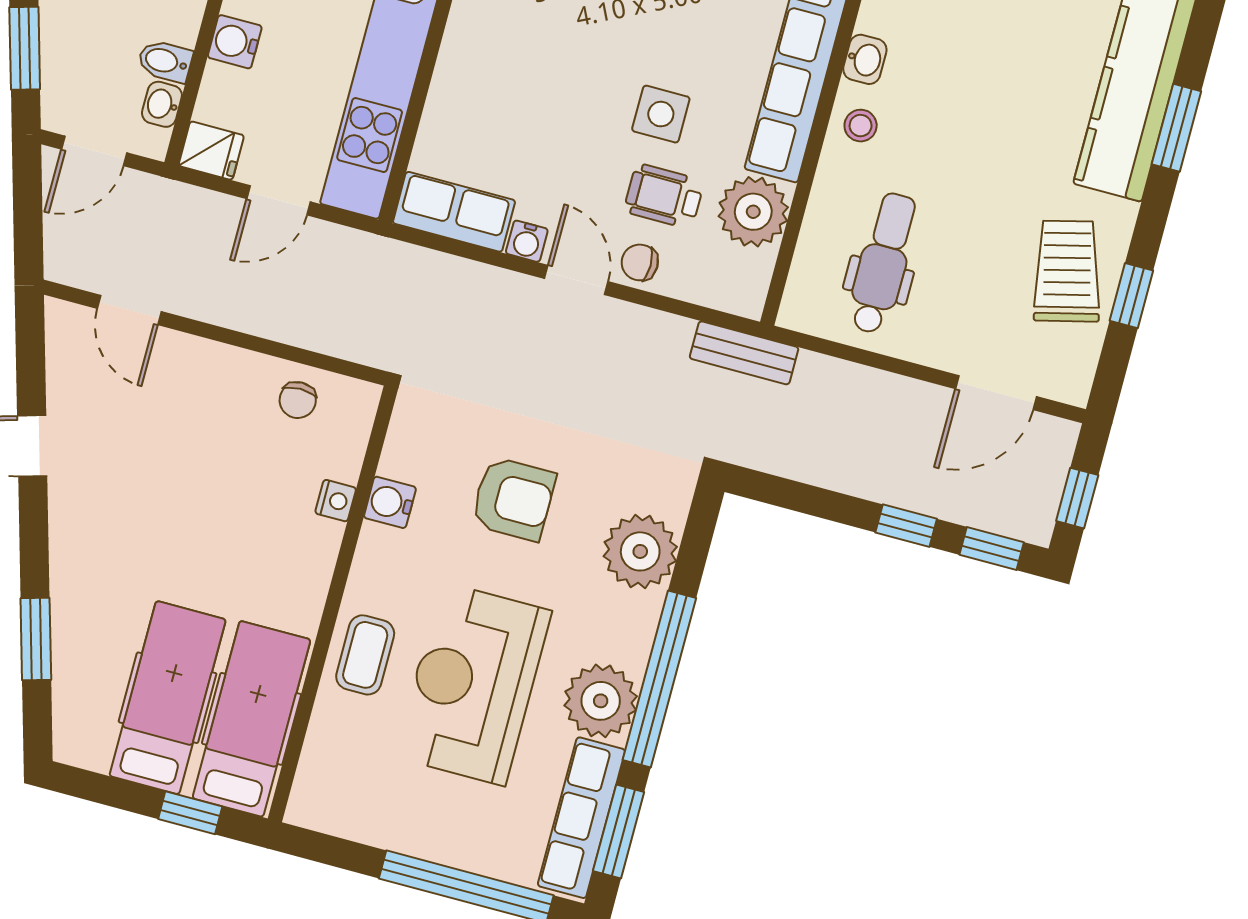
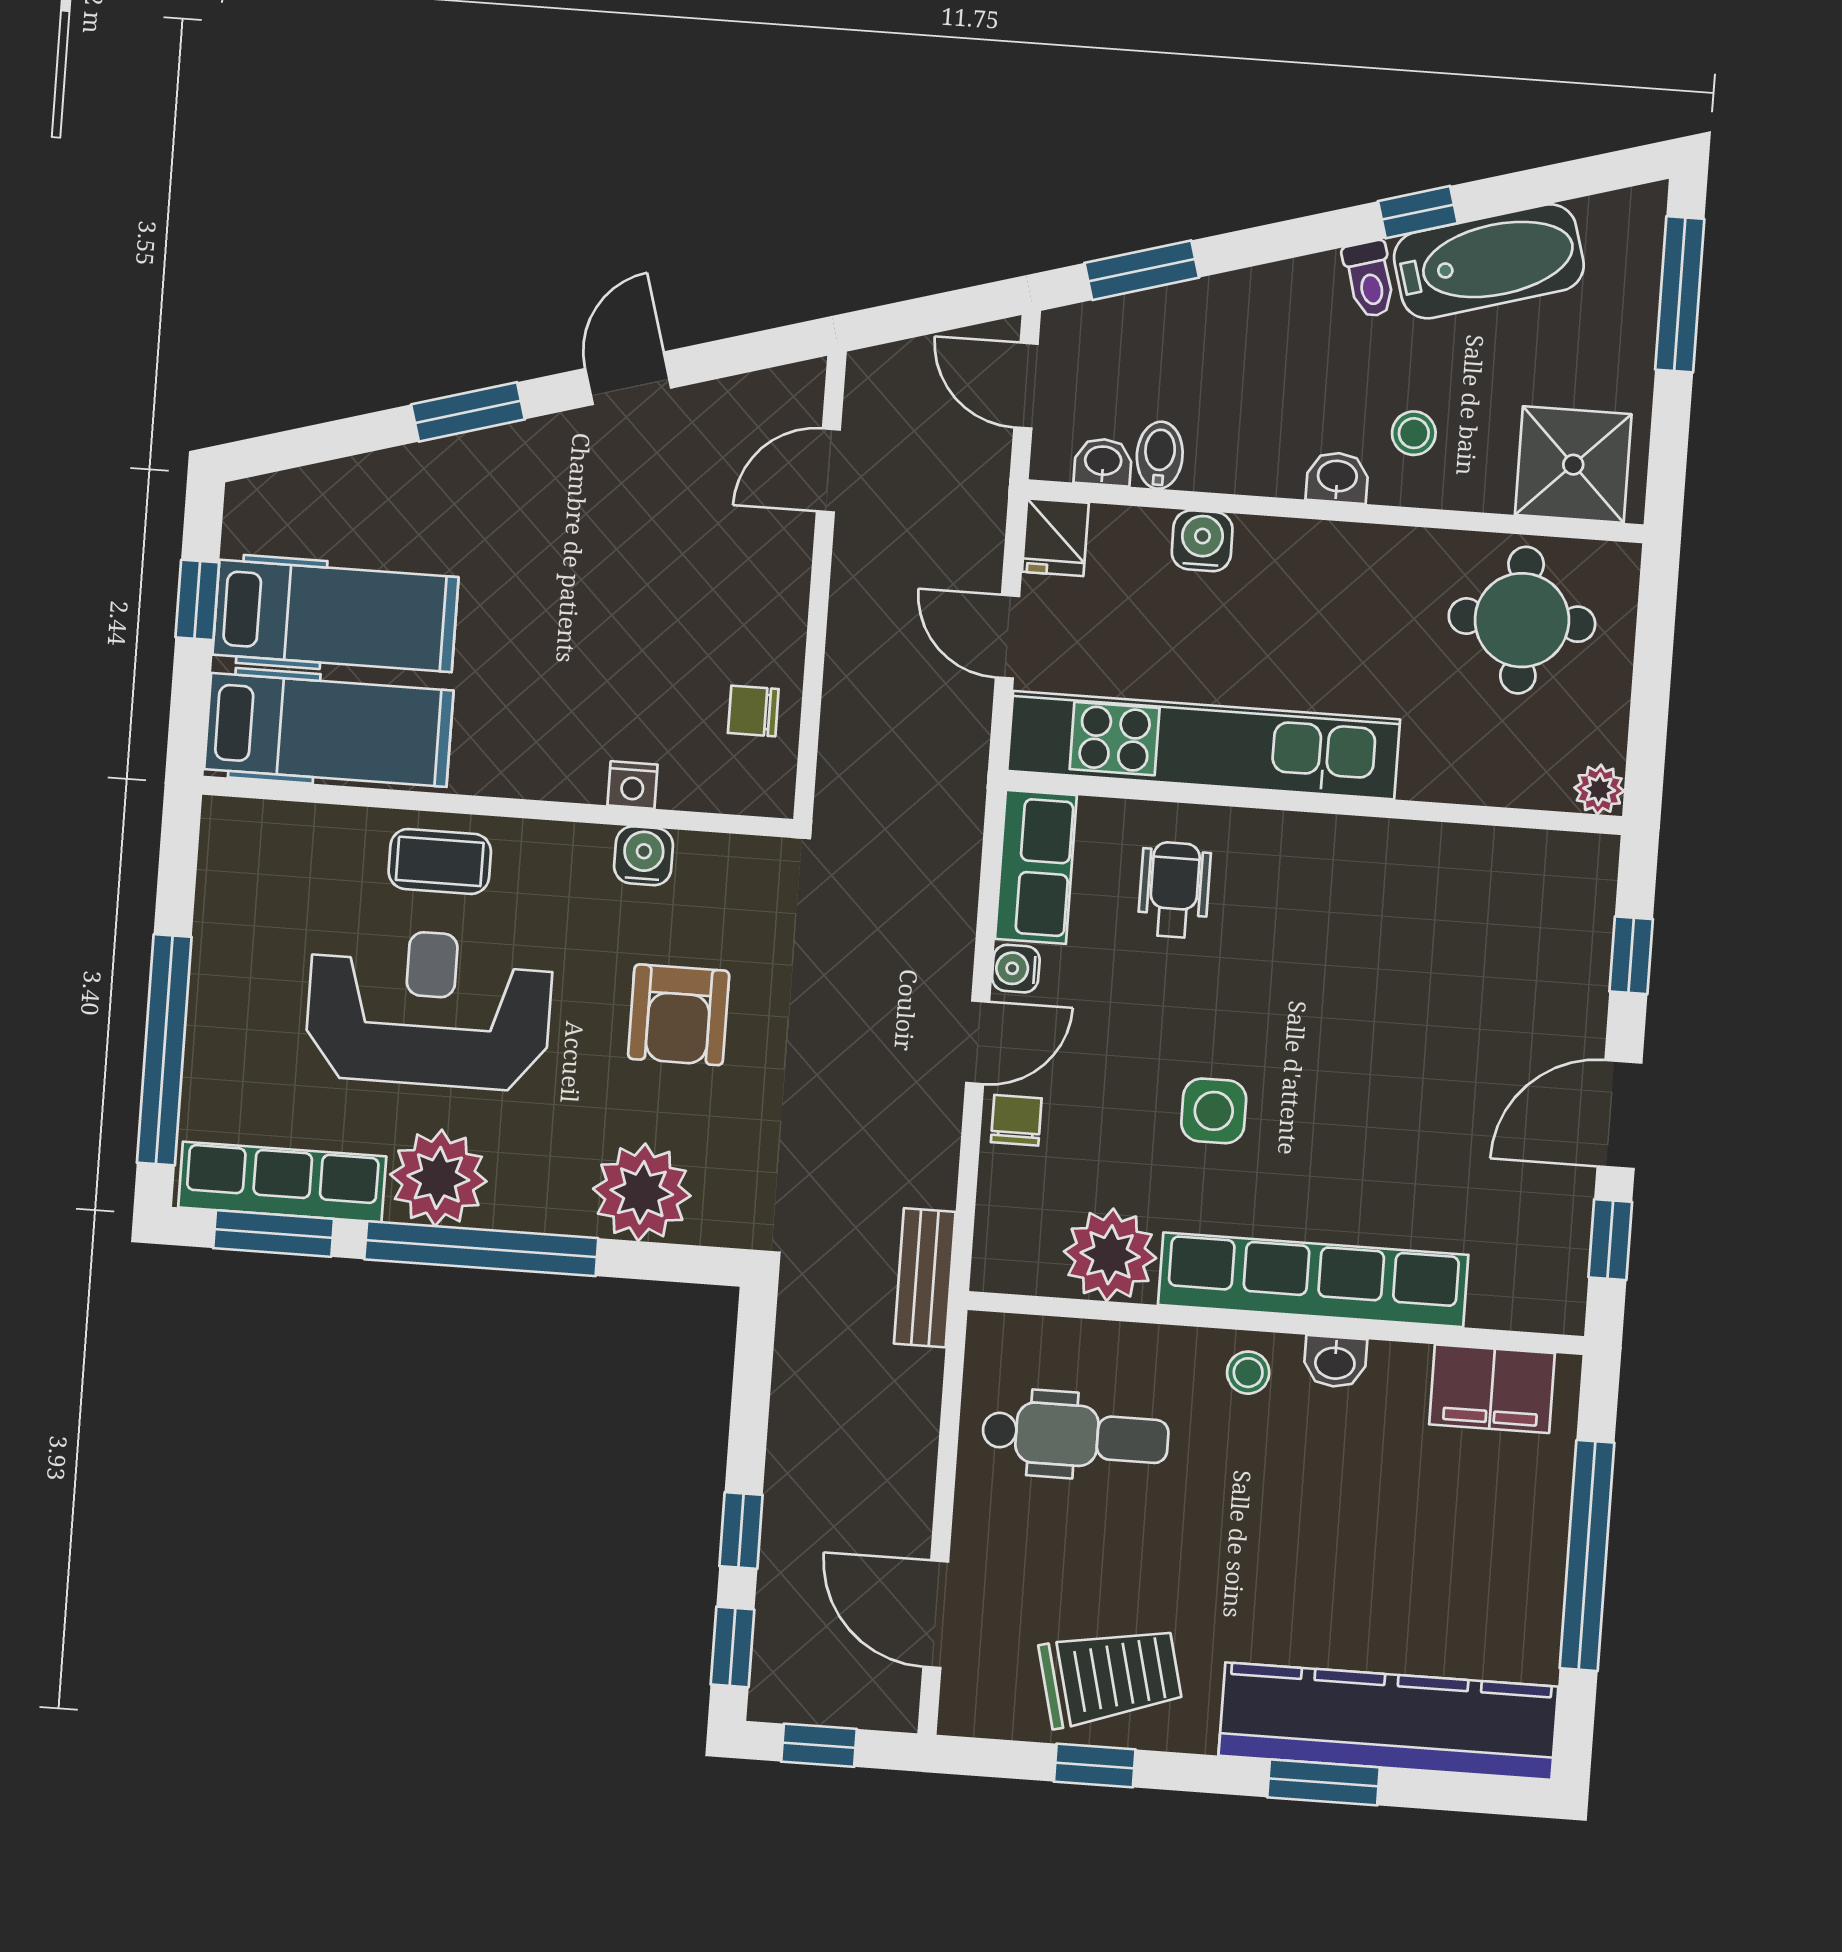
wheelchair: (664, 196) -> (1174, 890), moved
window: (36, 639) -> (468, 412), moved
window: (190, 813) -> (197, 600), moved

